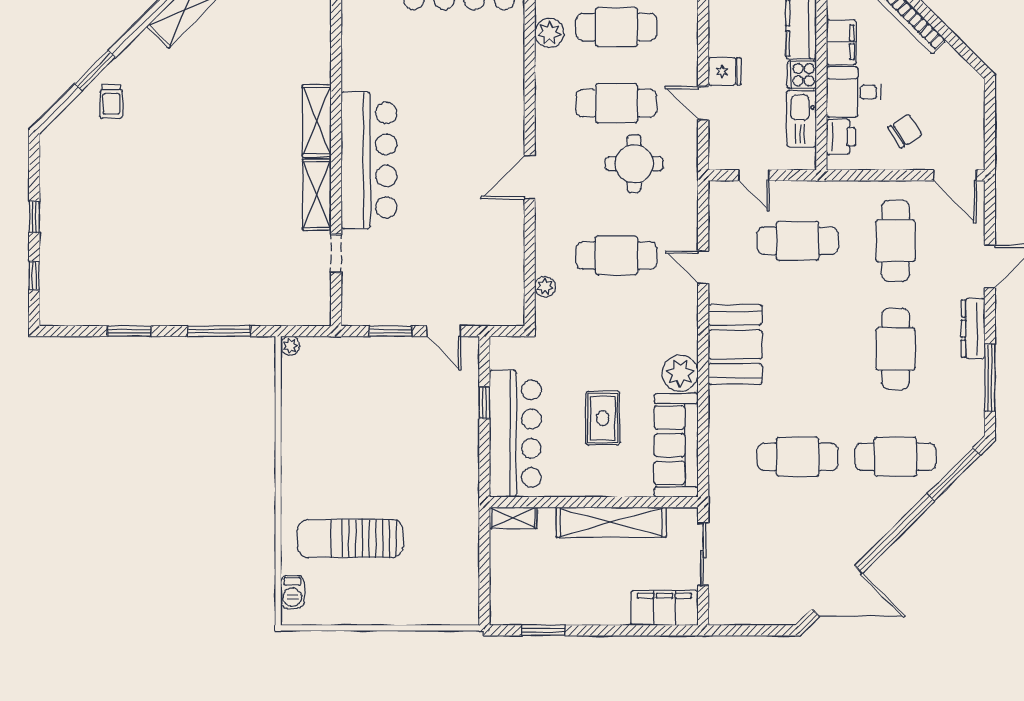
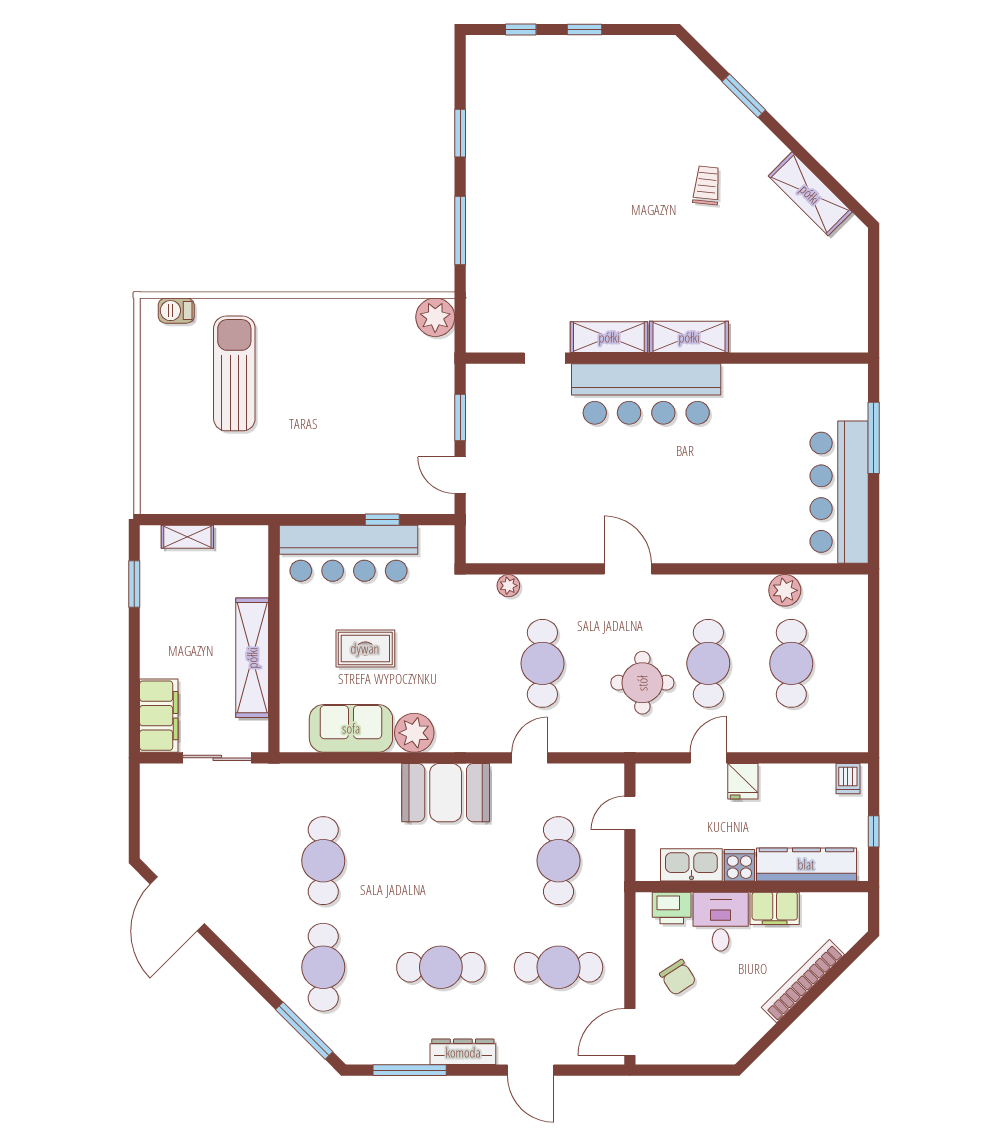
trolley: (111, 101) -> (707, 185), moved, turned 96
door: (444, 331) -> (460, 475), hinge flipped
plant: (290, 346) -> (435, 317), width x1.88, depth x1.88
sofa: (676, 445) -> (351, 728), width x0.73
shelving: (513, 518) -> (187, 537), moved, turned 90

